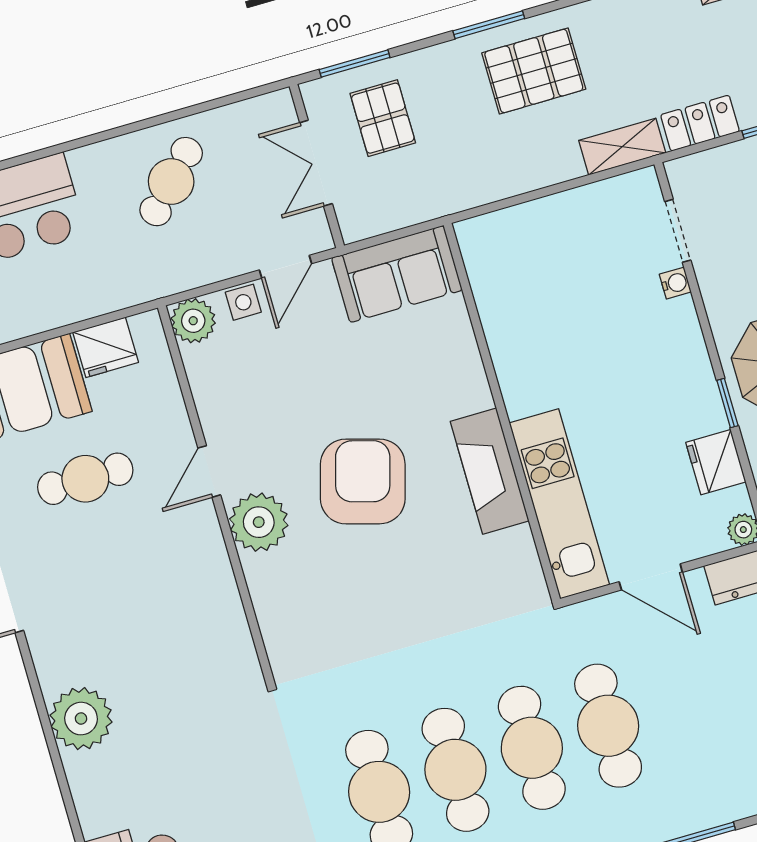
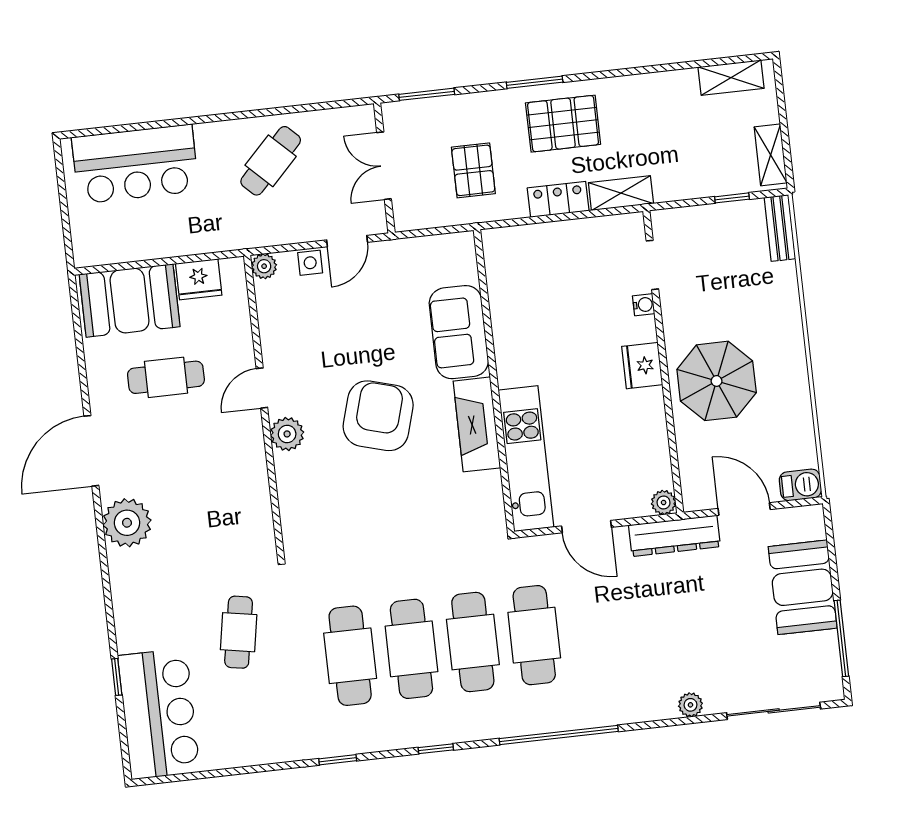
pallet: (383, 118) -> (473, 170), moved
locker: (700, 123) -> (558, 199), moved
sofa: (397, 274) -> (459, 332), moved, turned 90
plant: (193, 321) -> (264, 266), width x0.73, depth x0.73
window: (727, 403) -> (668, 403), removed
fridge: (716, 462) -> (642, 366), moved
plant: (259, 522) -> (287, 434), width x0.73, depth x0.73
plant: (81, 719) -> (127, 523), moved
cafe table: (233, 786) -> (239, 632), added

